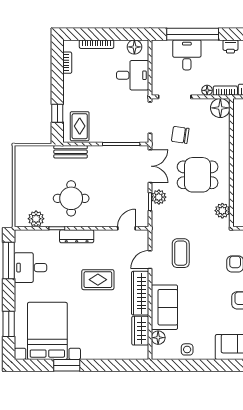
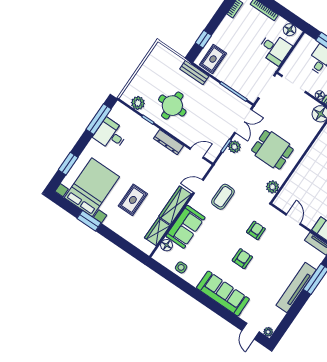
chair: (180, 135) -> (279, 113), removed
dresser: (77, 236) -> (169, 142), moved
rug: (98, 280) -> (133, 200), moved, turned 90

